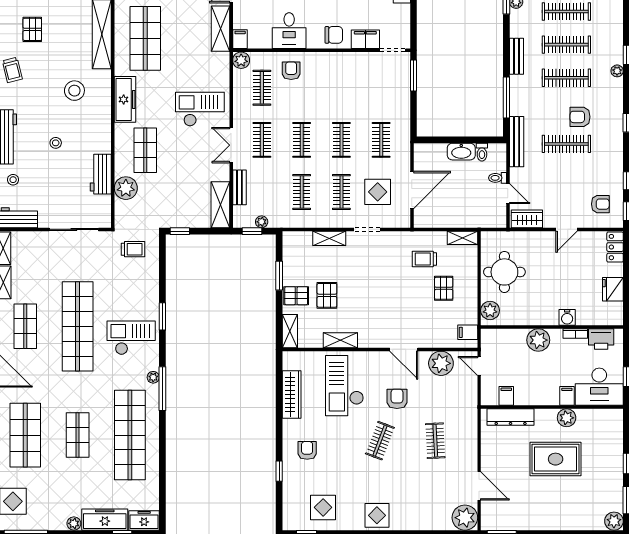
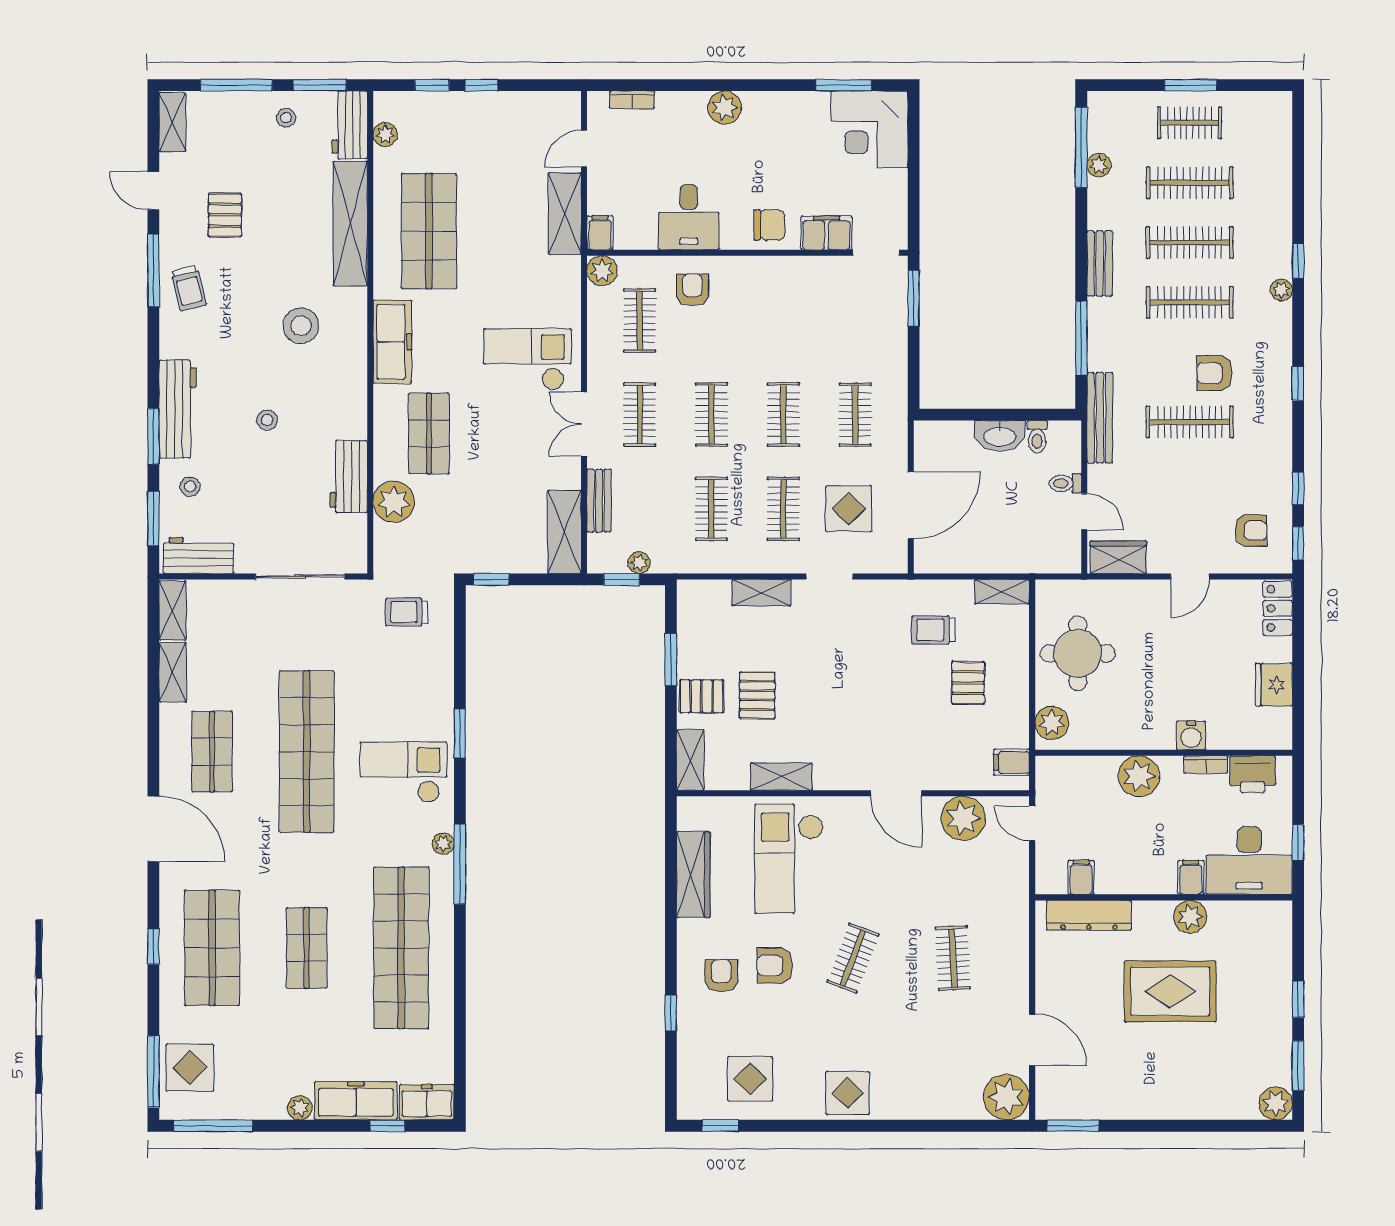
trolley: (133, 249) -> (407, 612), turned 180
armchair: (397, 399) -> (775, 965), moved, turned -90

